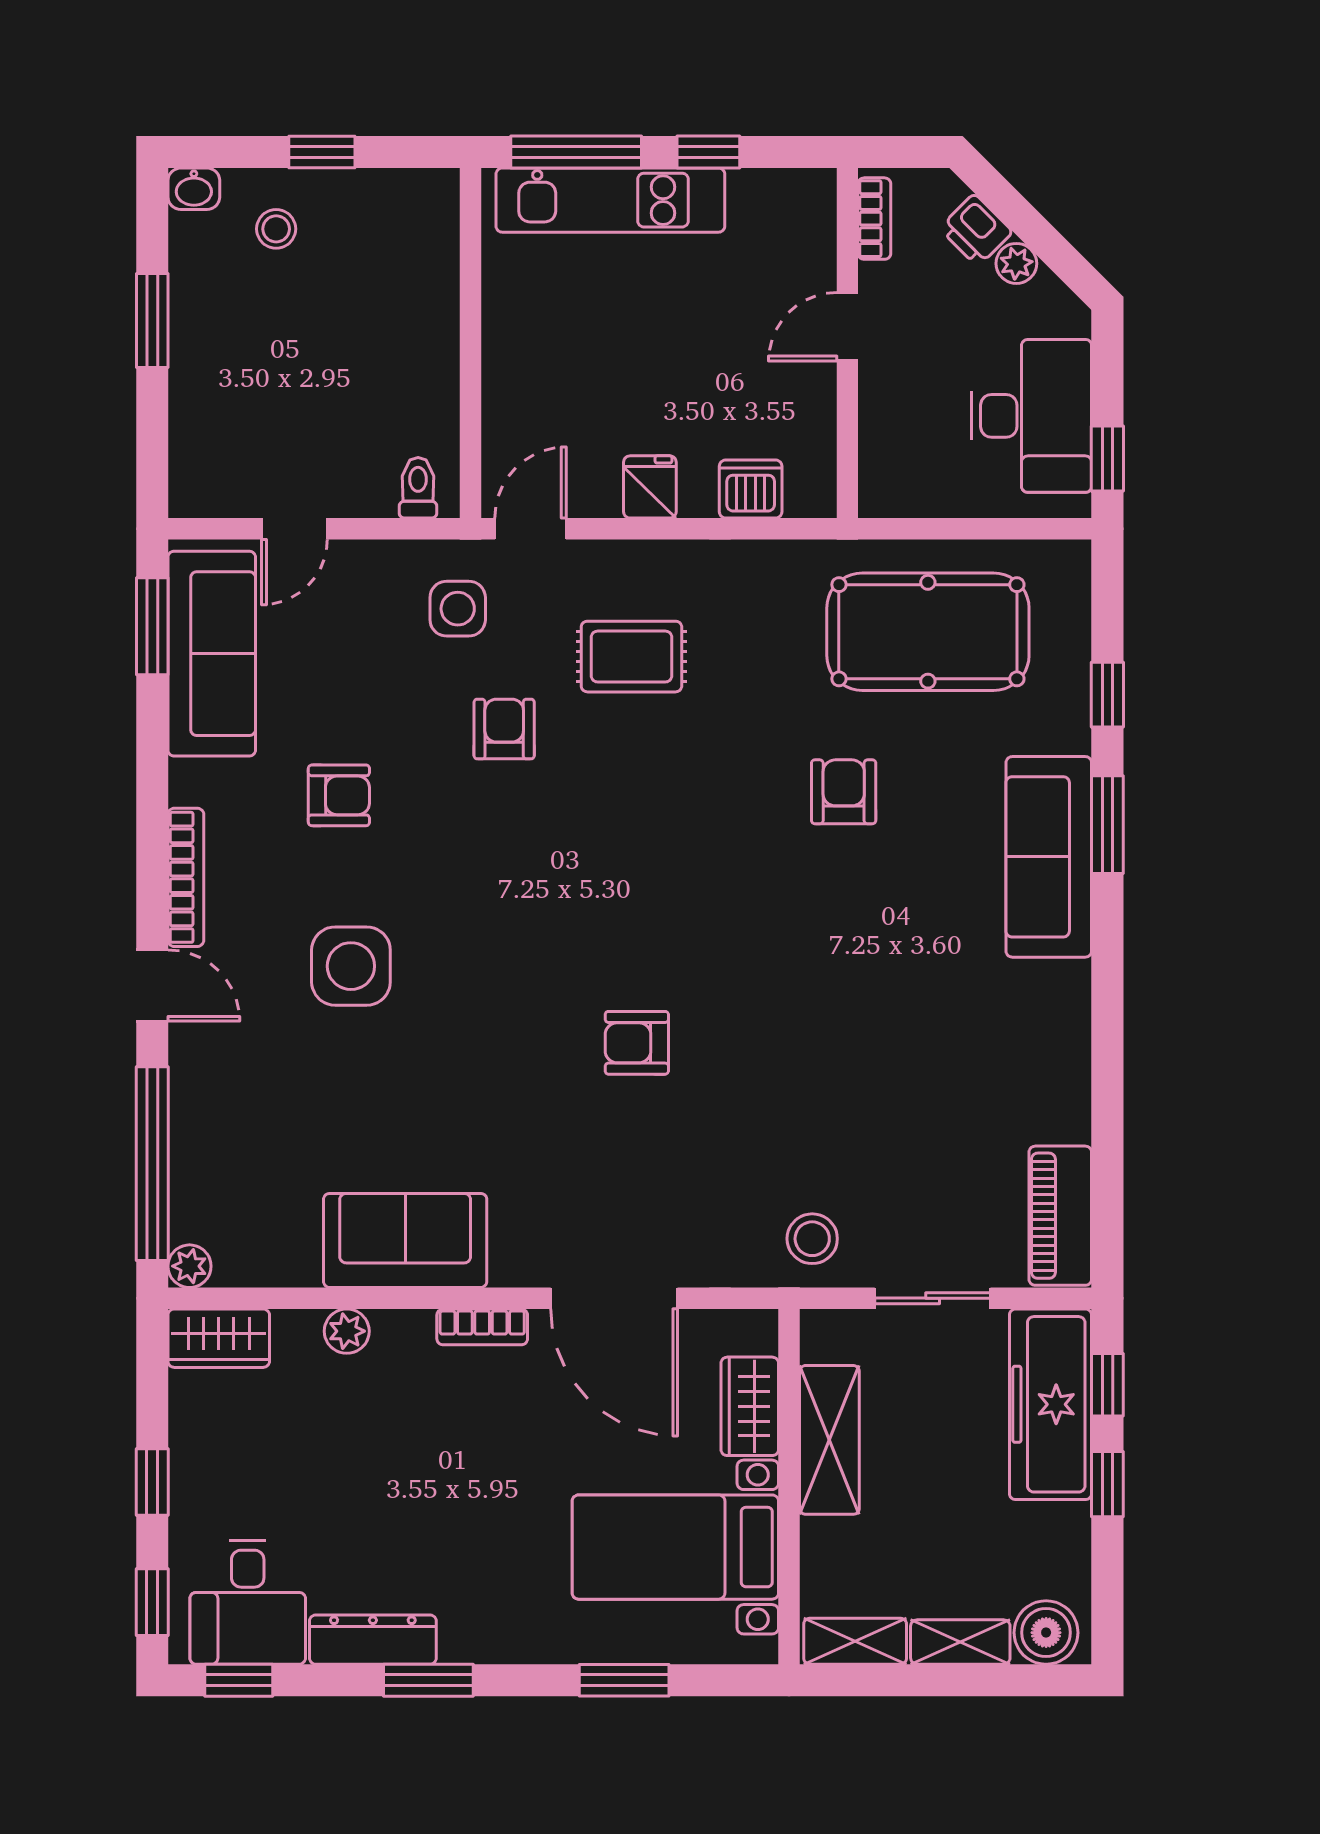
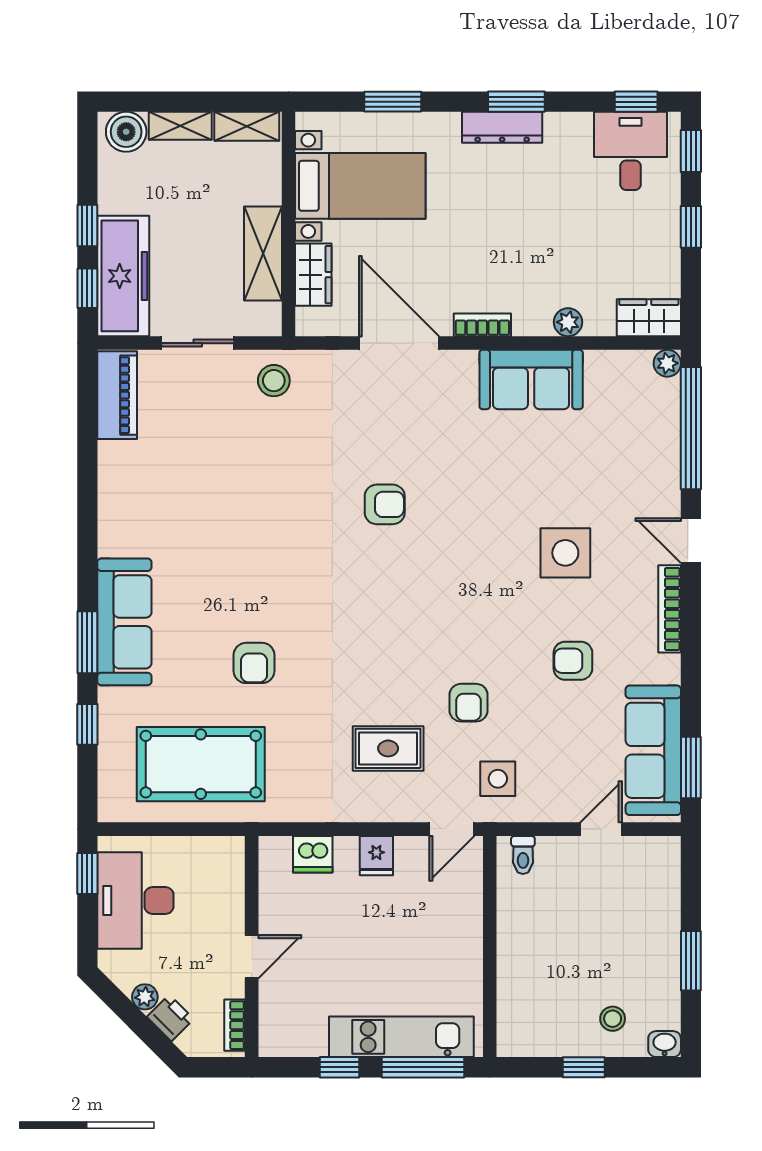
dresser: (373, 1640) -> (502, 127), moved

